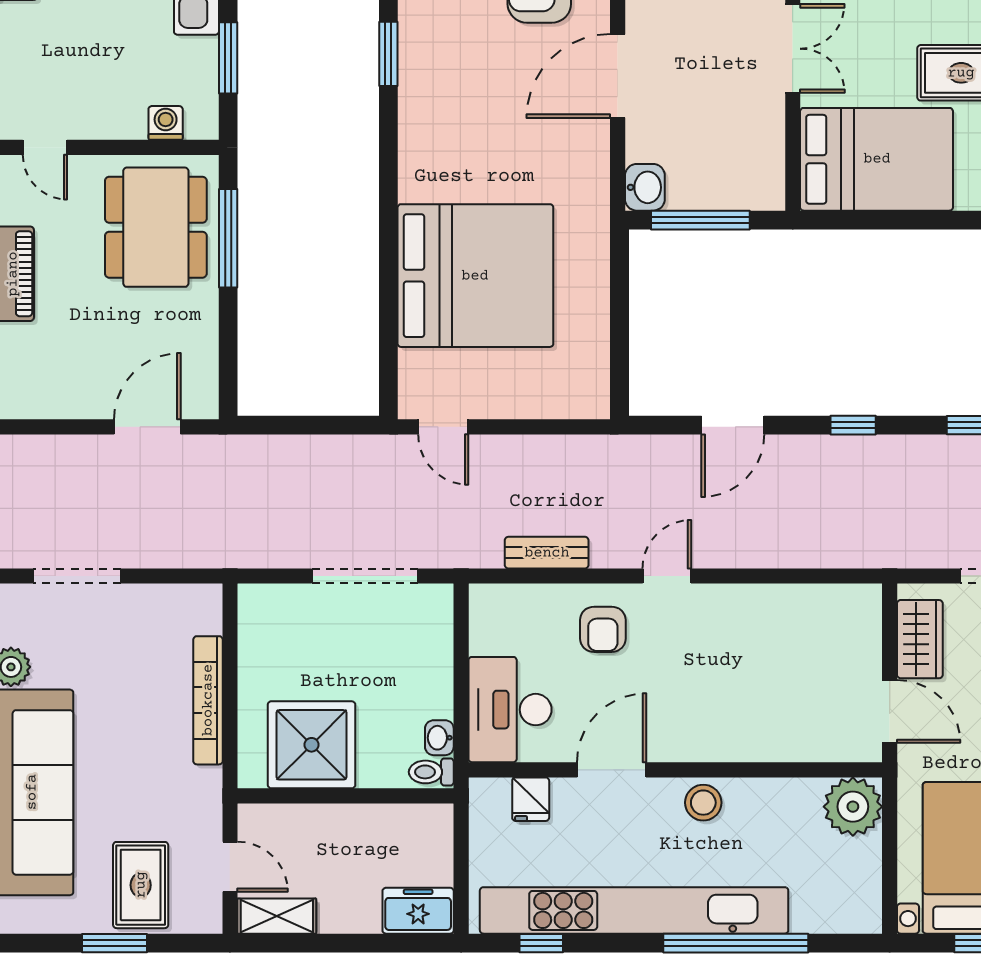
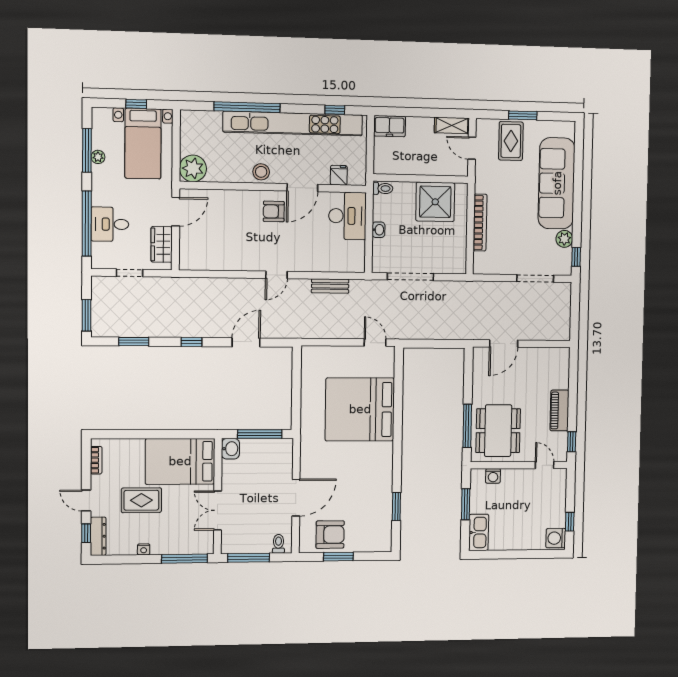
washbasin: (645, 187) -> (230, 449), moved, turned 180
armchair: (603, 629) -> (274, 211), moved, turned -90
door: (890, 711) -> (176, 212), swing flipped
washbasin: (439, 738) -> (379, 230), moved

